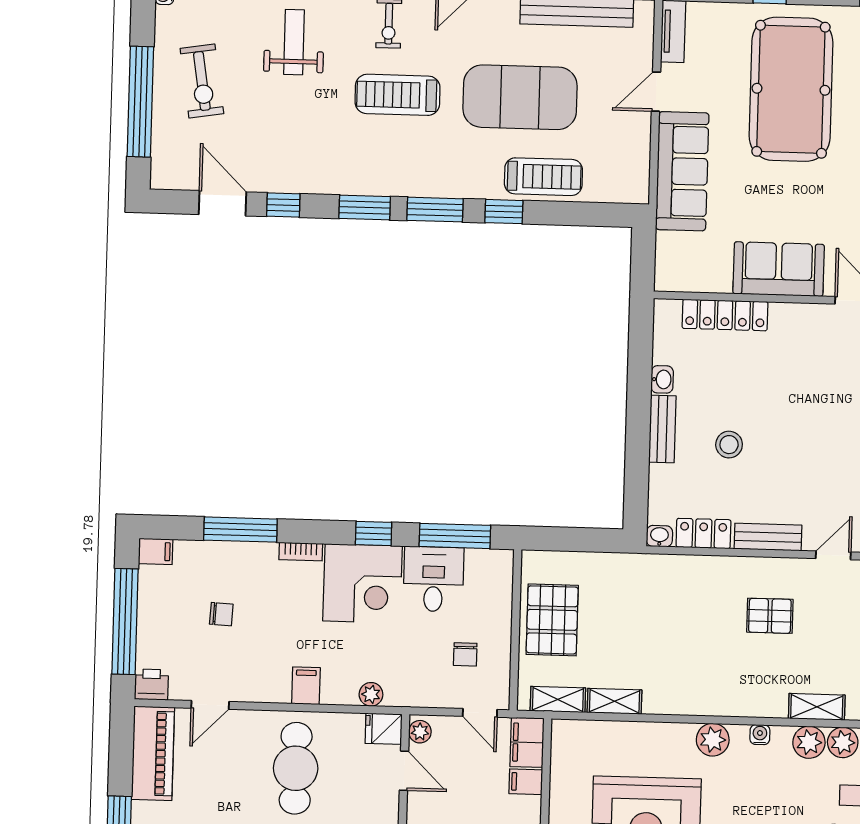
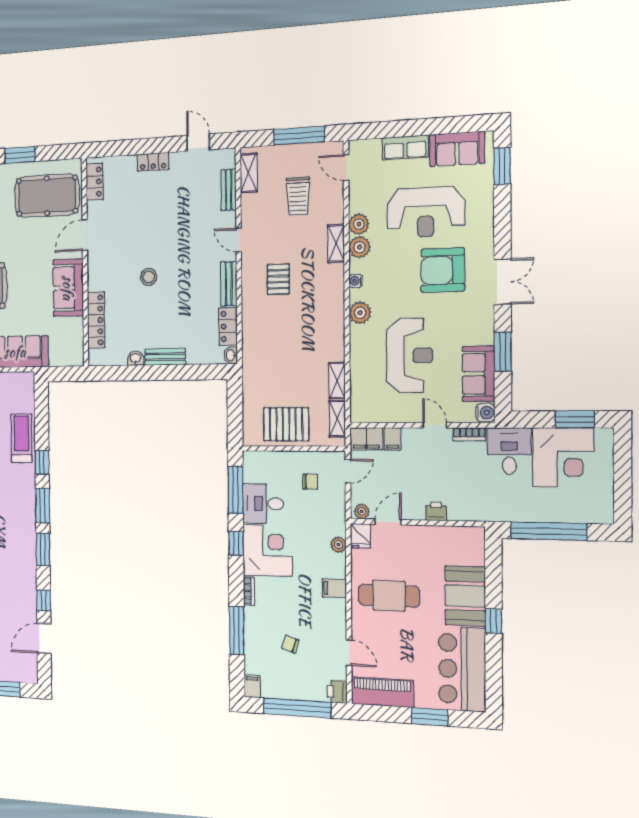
stool: (729, 445) -> (149, 277), moved
chair: (221, 614) -> (290, 644), turned -75

